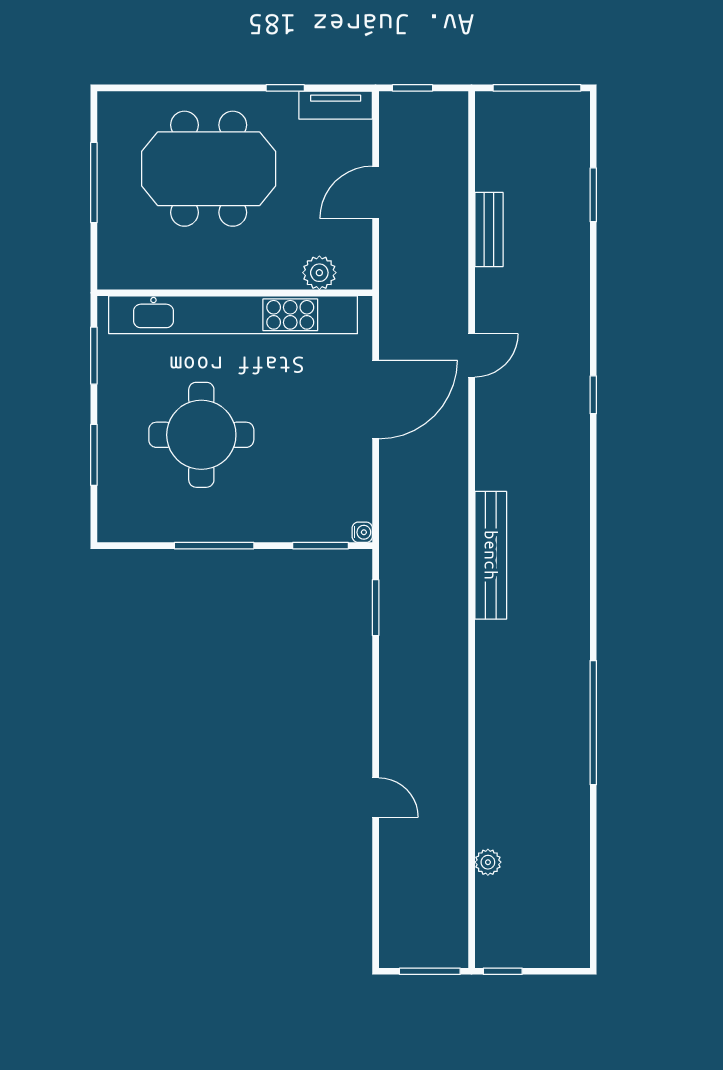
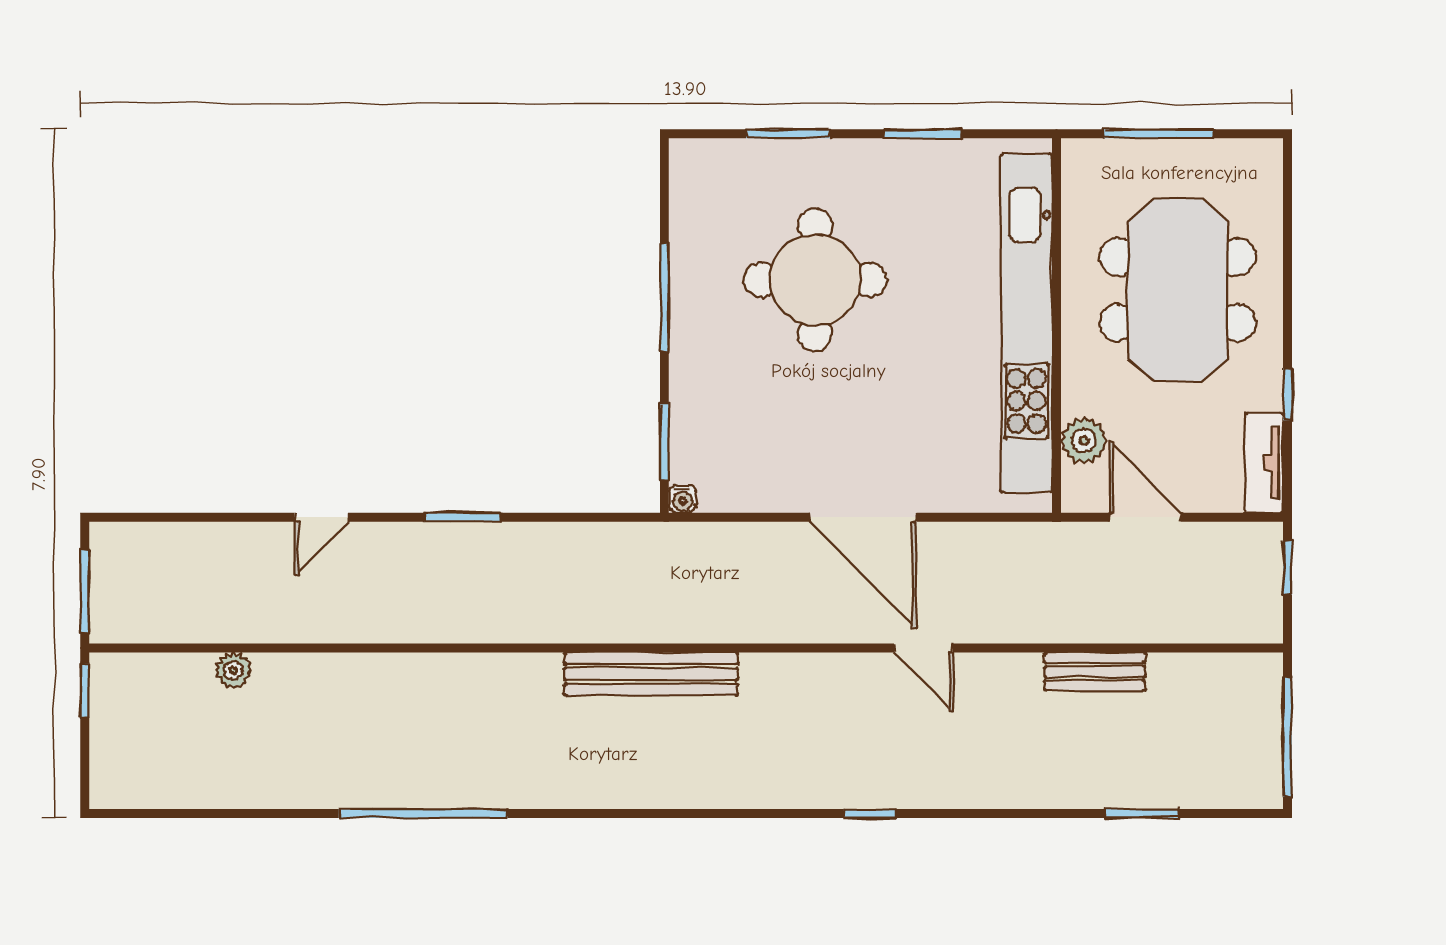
plant: (319, 273) -> (1084, 441), moved
wall: (235, 293) -> (1057, 325), moved
kitchen unit: (233, 315) -> (1027, 323), moved
window: (376, 608) -> (463, 517), moved

